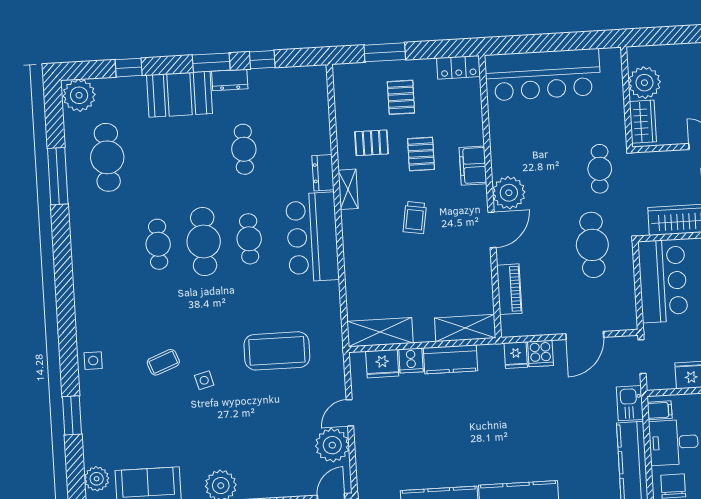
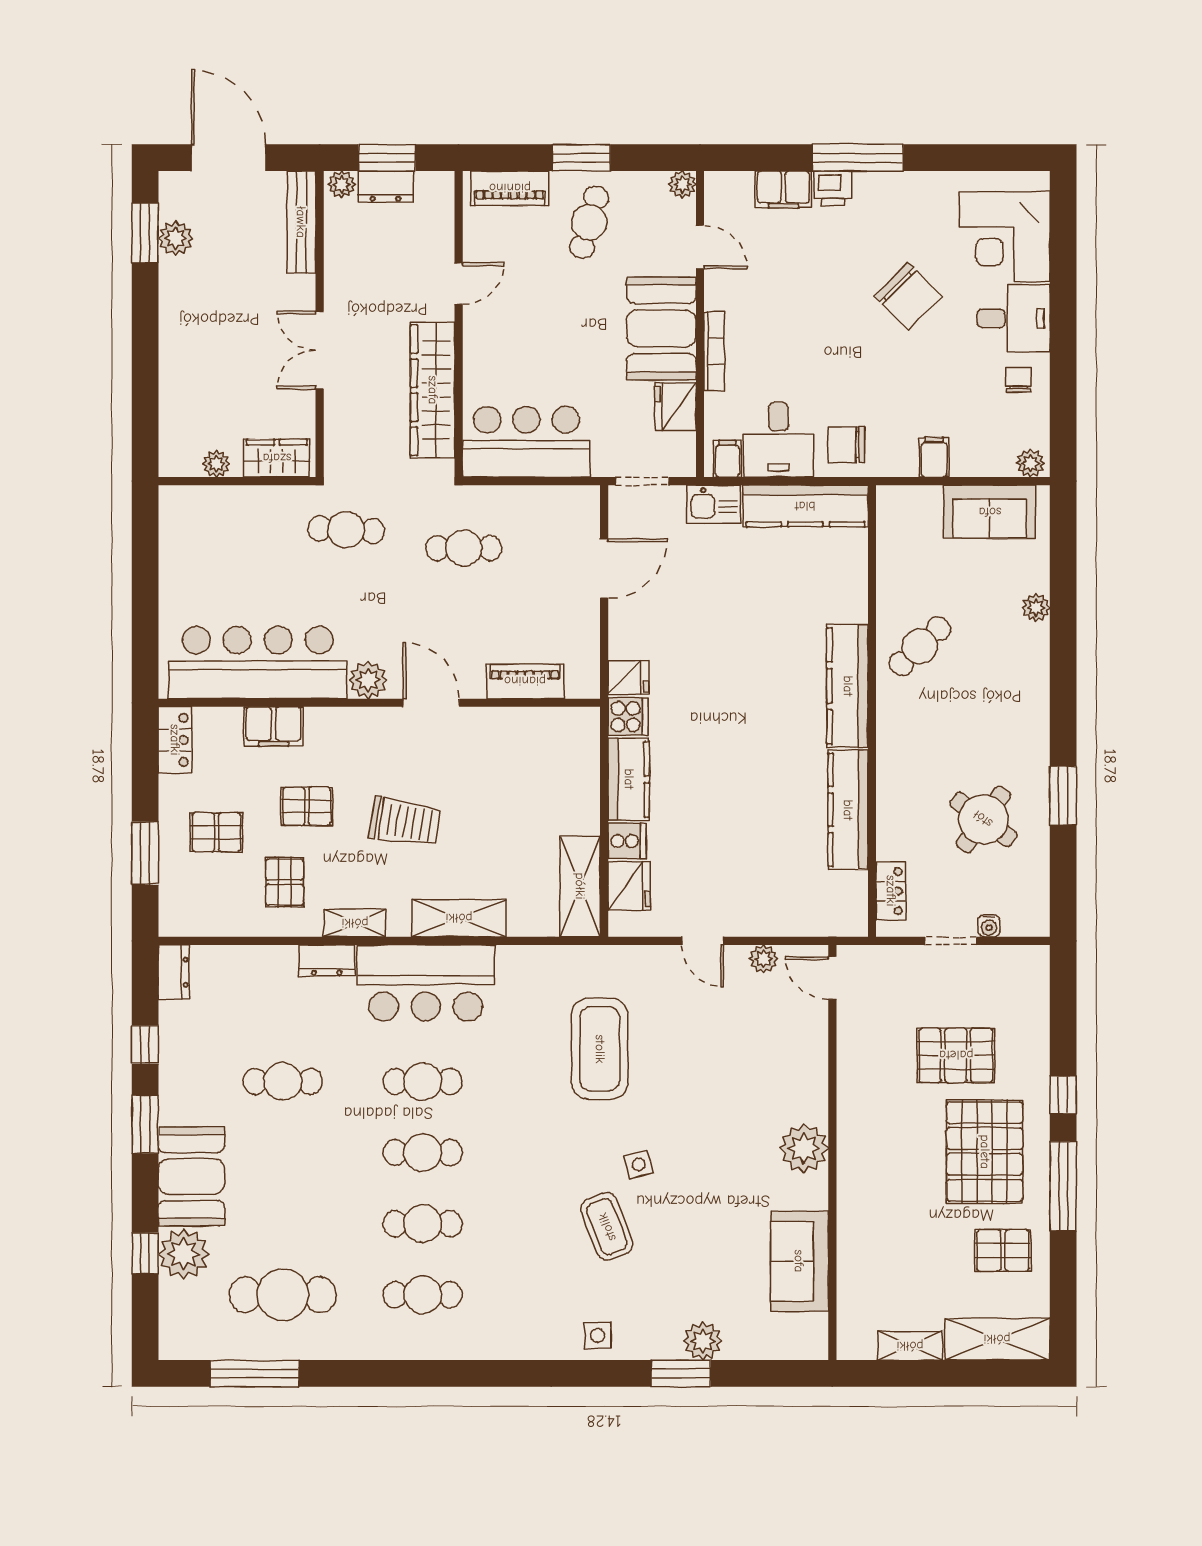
bar counter: (543, 75) -> (258, 662), moved, turned -90
dresser: (230, 80) -> (174, 972), moved
plant: (644, 83) -> (216, 464), width x0.53, depth x0.53
plant: (79, 95) -> (184, 1254), moved
filing cabinet: (473, 166) -> (274, 726), moved
window: (58, 176) -> (255, 1373), moved
plant: (509, 193) -> (368, 680), width x0.73, depth x0.73
trolley: (415, 218) -> (405, 822), width x1.36, depth x1.39
cafe table: (204, 242) -> (423, 1153), width x0.73, depth x0.74
cafe table: (592, 245) -> (464, 548), width x0.73, depth x0.74
cafe table: (113, 247) -> (423, 1295), added
shelving: (465, 328) -> (459, 918), moved, turned 90
door: (585, 336) -> (604, 568), hinge flipped
cooker: (540, 353) -> (628, 717), moved
coffee table: (163, 362) -> (607, 1227), width x1.36, depth x1.30
plant: (332, 445) -> (764, 959), width x0.53, depth x0.53
plant: (97, 479) -> (703, 1341), moved

